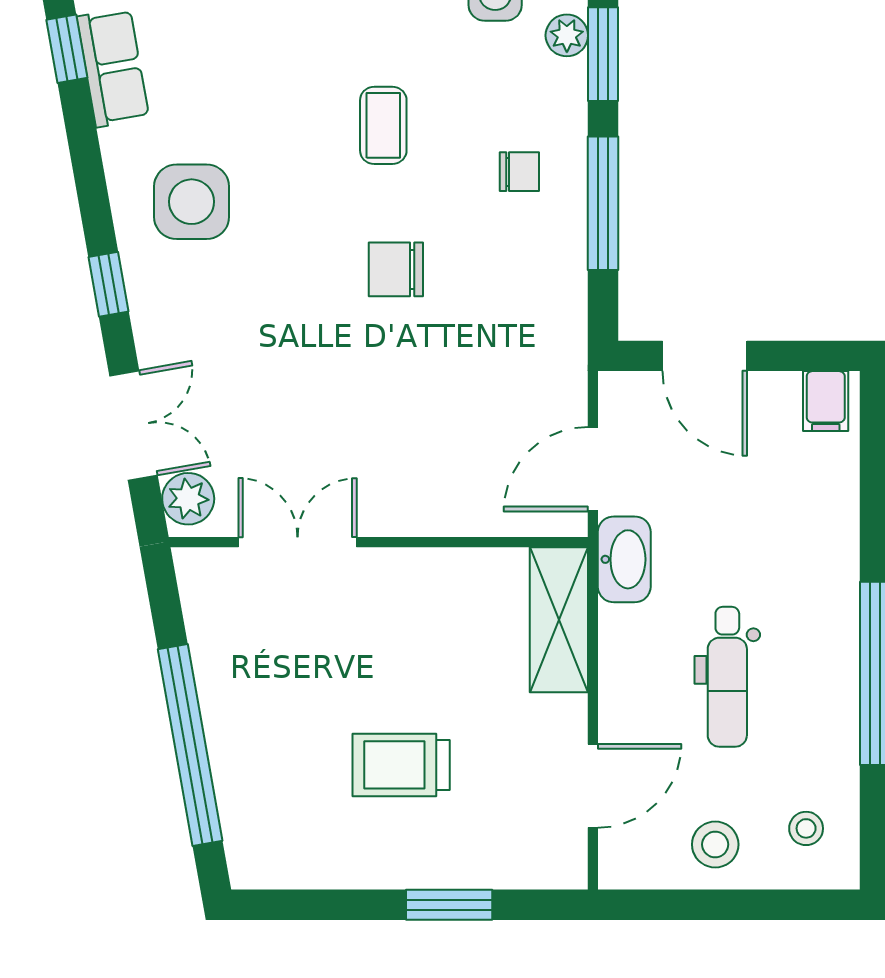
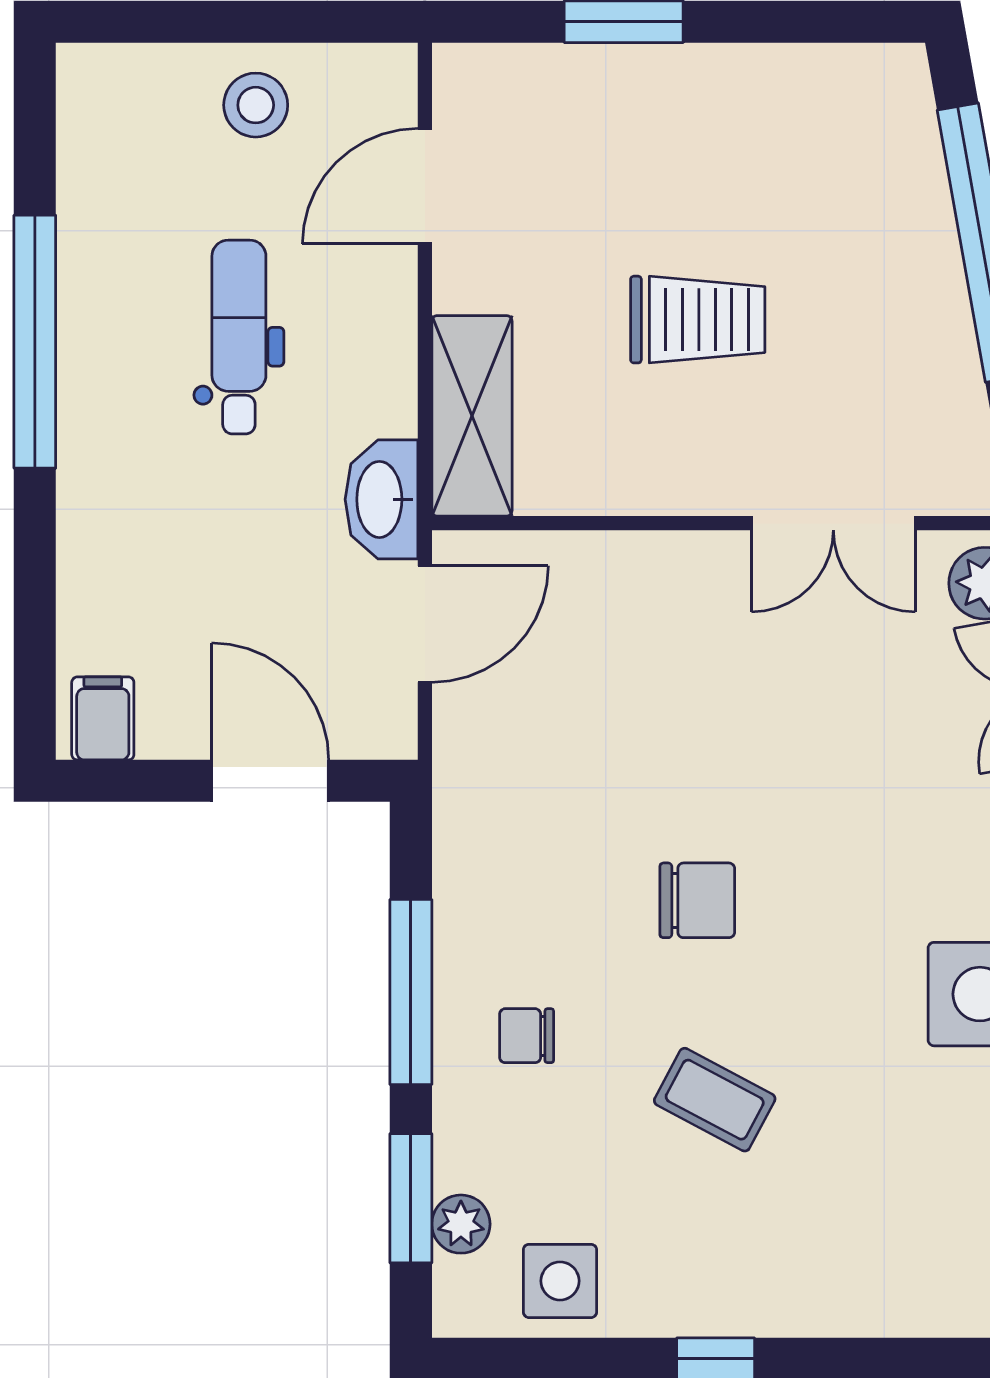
coffee table: (383, 125) -> (715, 1100), turned -62
trolley: (401, 765) -> (698, 320), moved
stool: (806, 828) -> (130, 127), removed

